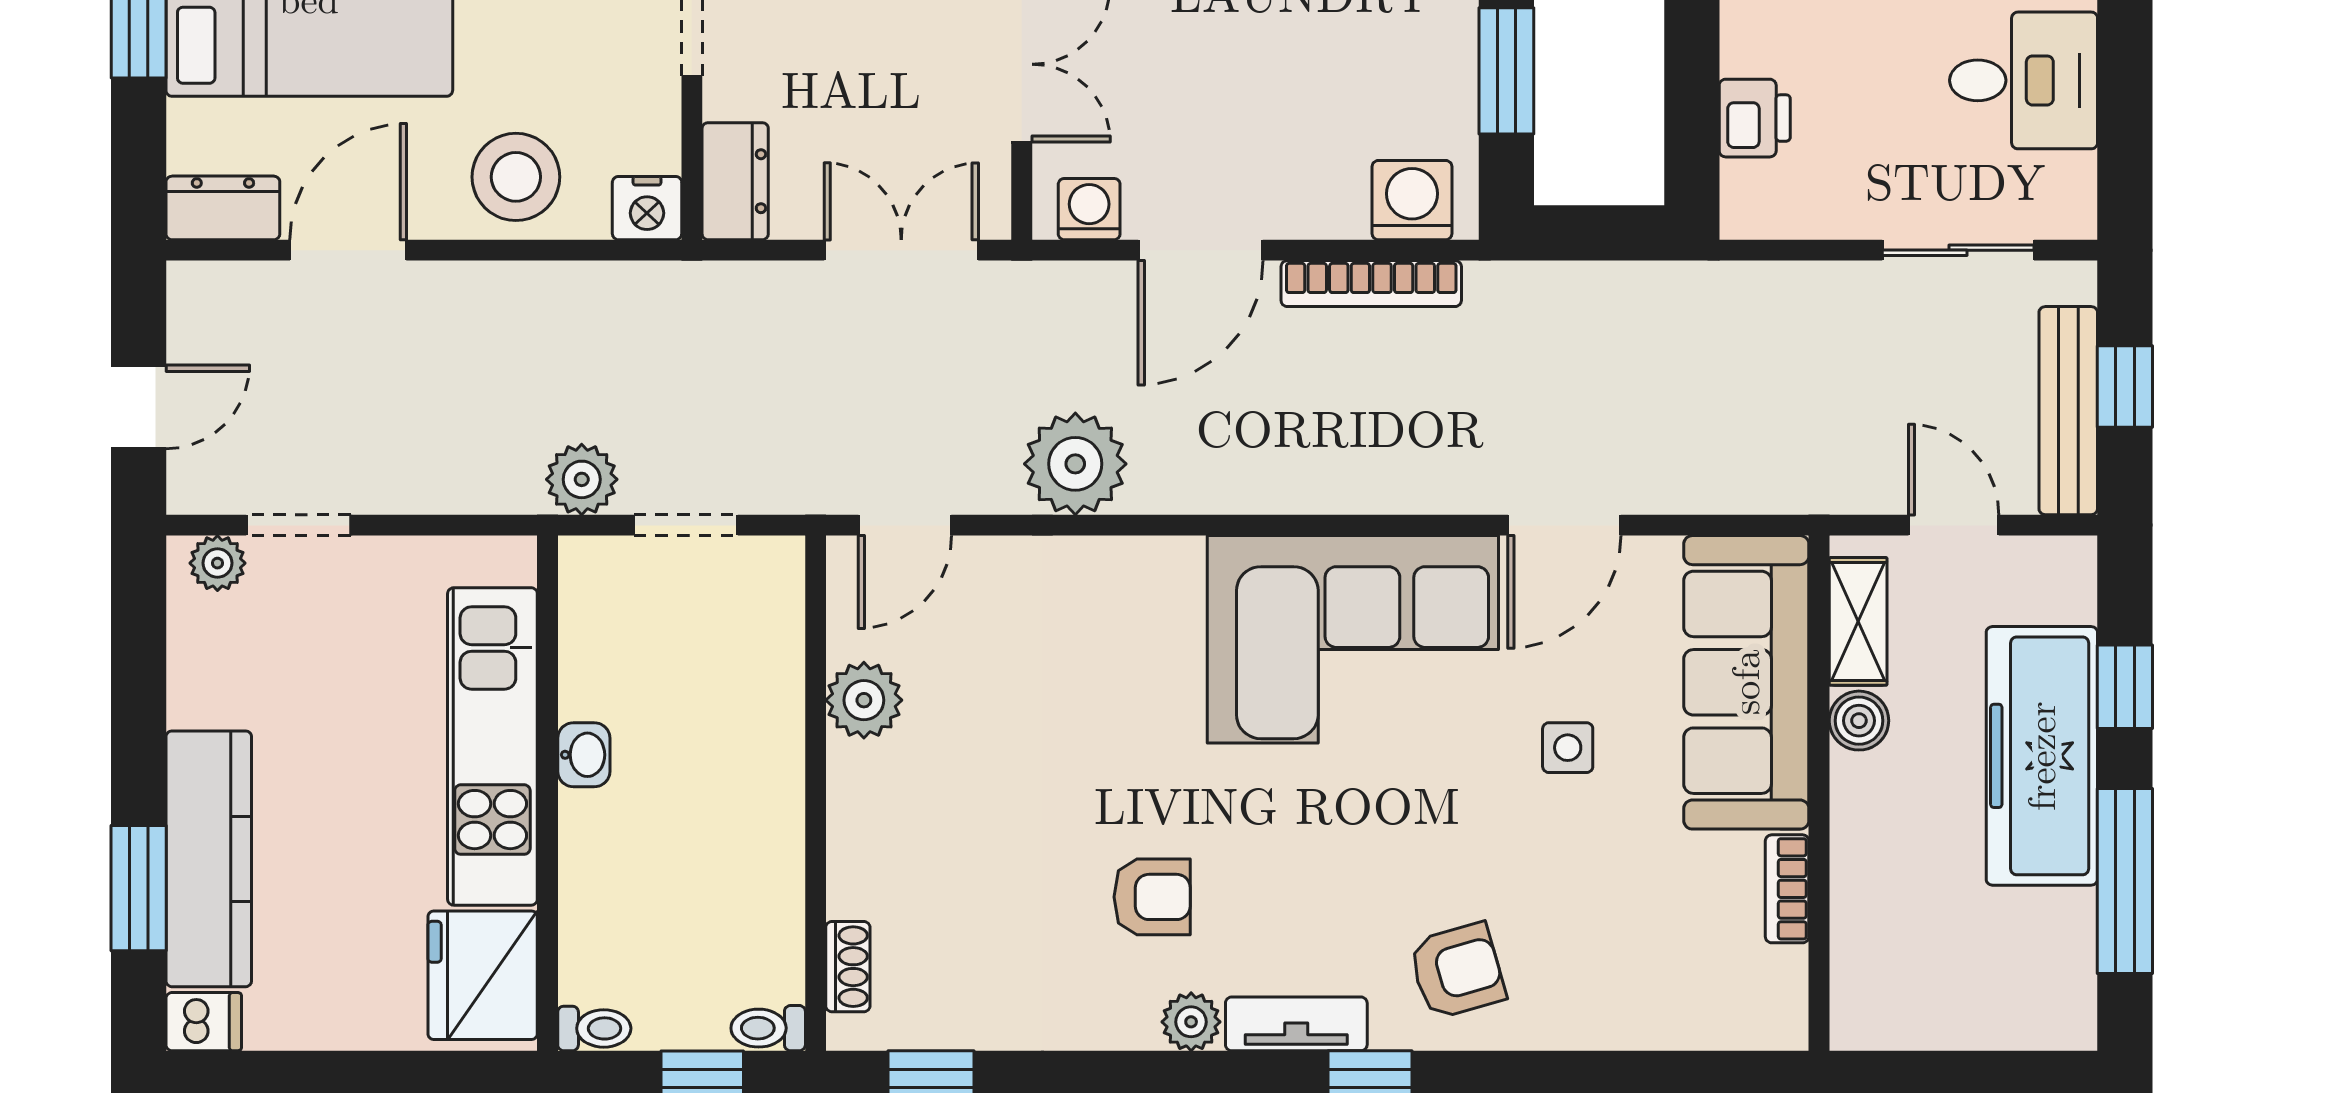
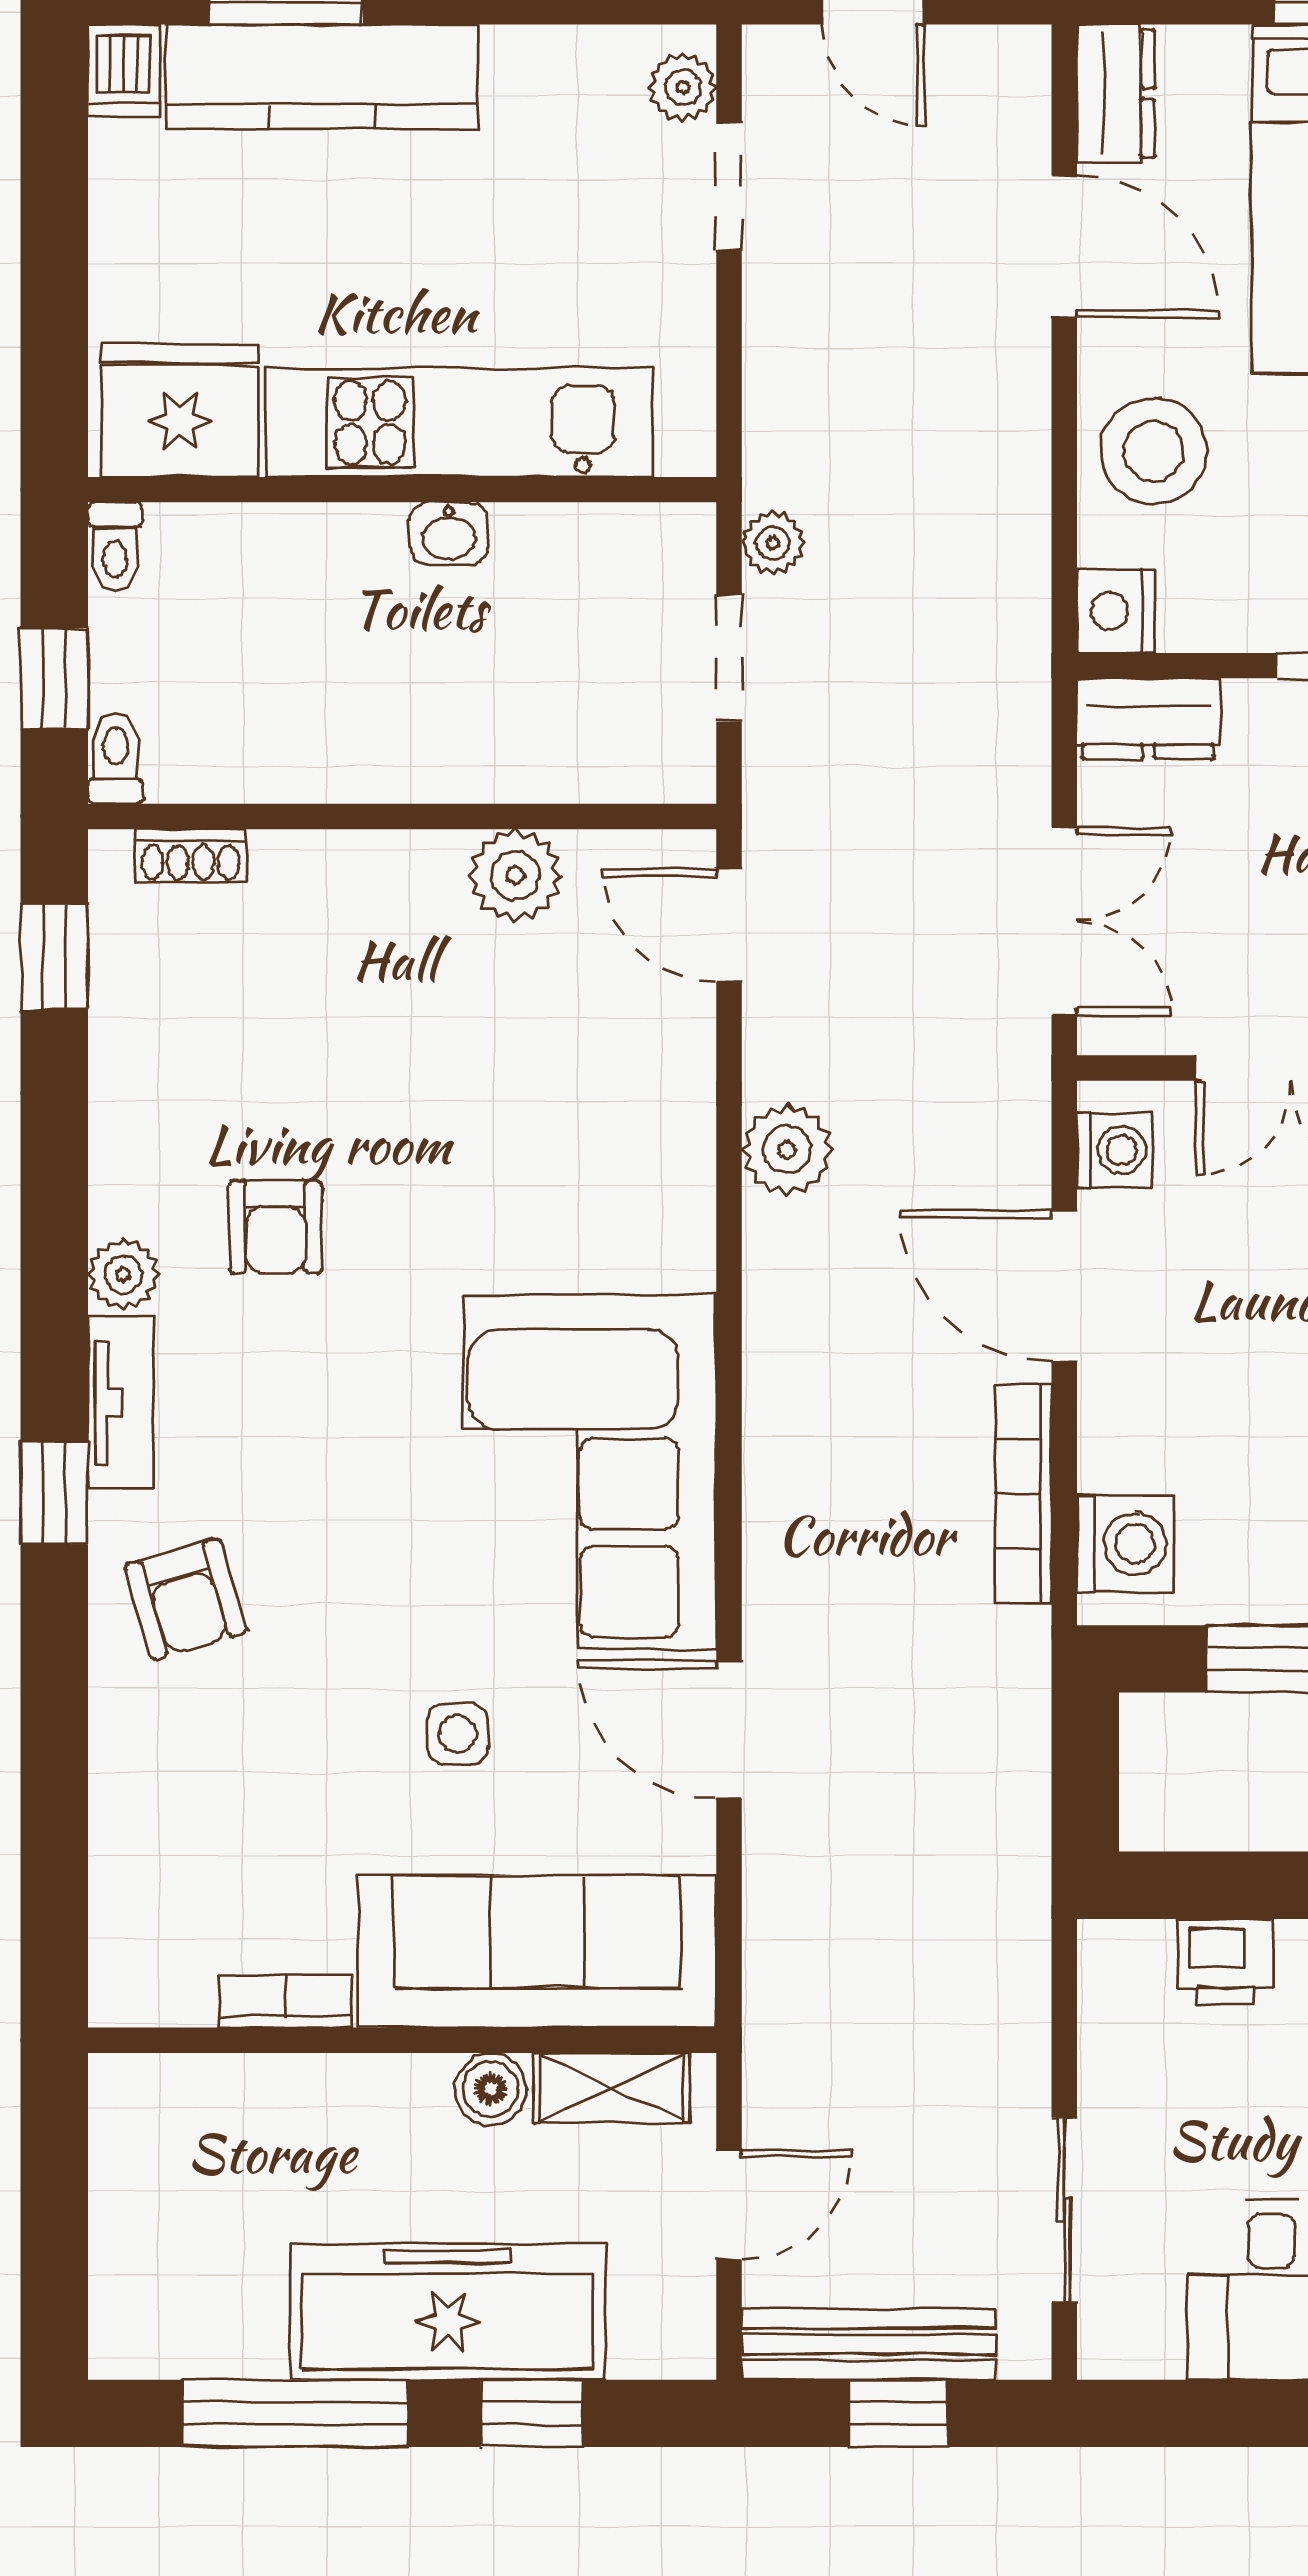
plant: (1075, 464) -> (787, 1150), width x0.73, depth x0.73
plant: (582, 479) -> (773, 543), width x0.73, depth x0.73

